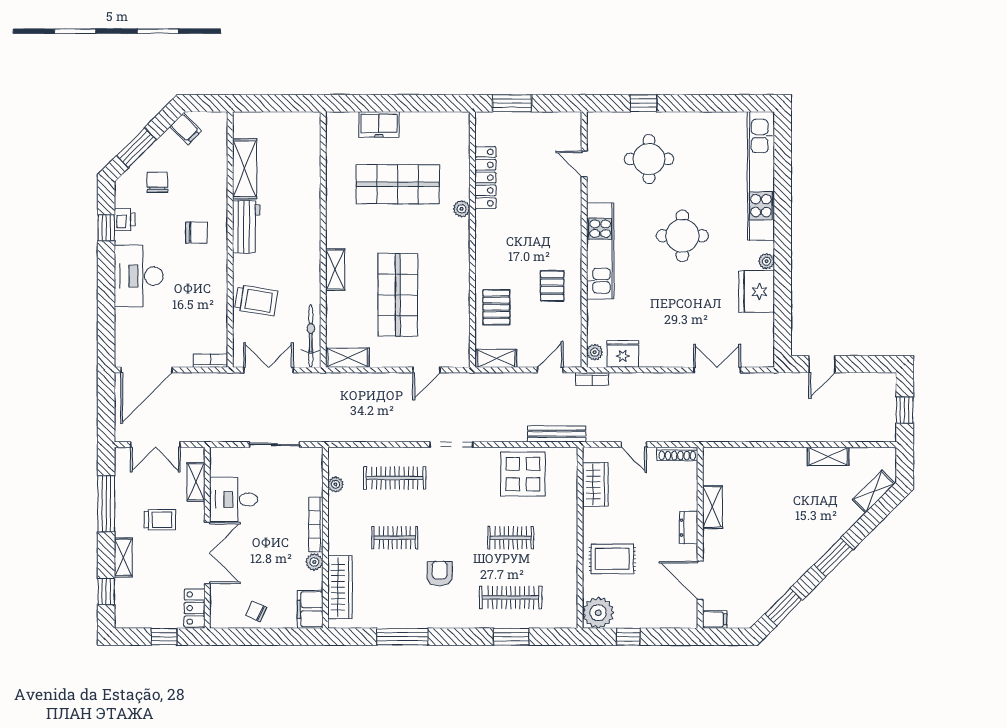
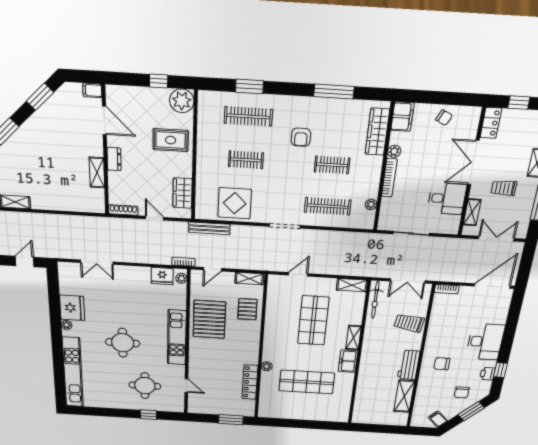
freezer: (379, 124) -> (348, 361), moved, turned -90
pallet: (552, 286) -> (209, 319), width x2.05, depth x2.00

